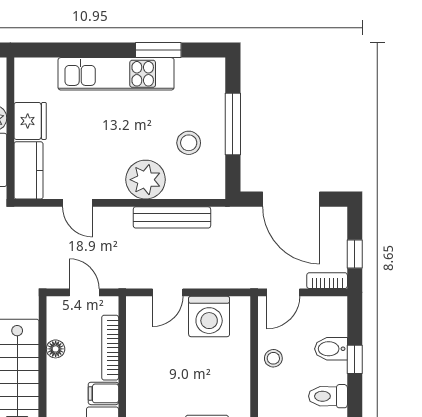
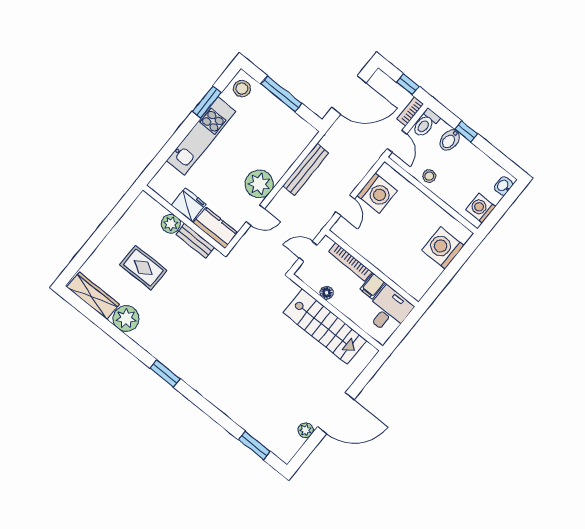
stool: (189, 143) -> (242, 89), moved
plant: (146, 180) -> (259, 184), moved
toilet: (328, 396) -> (426, 123), moved

